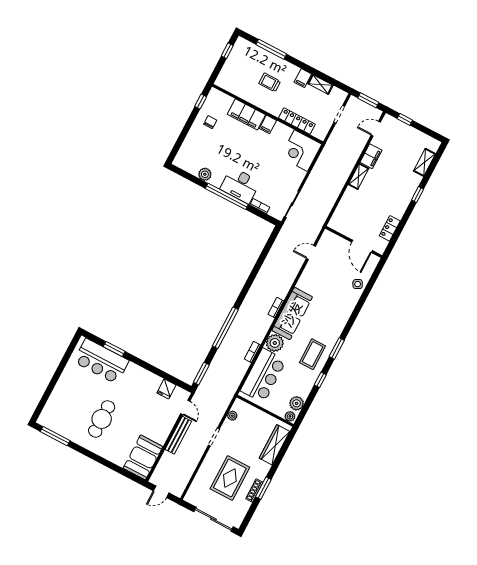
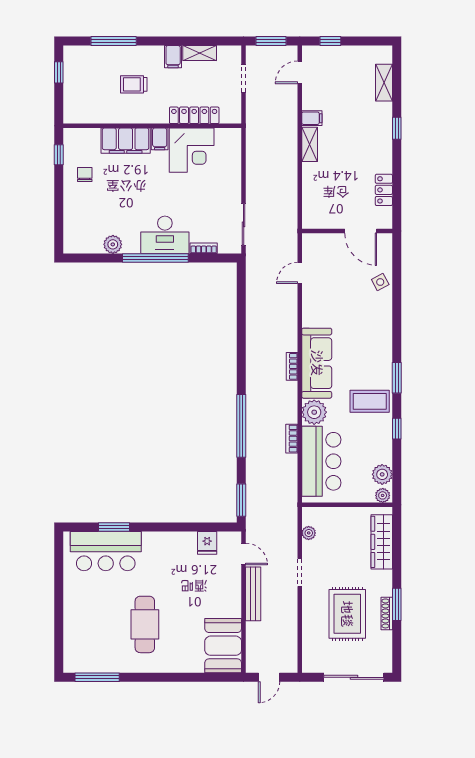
corner desk: (301, 151) -> (192, 150), moved, turned -90
filing cabinet: (371, 156) -> (312, 118), width x0.50
coffee table: (312, 354) -> (370, 401), turned 90

